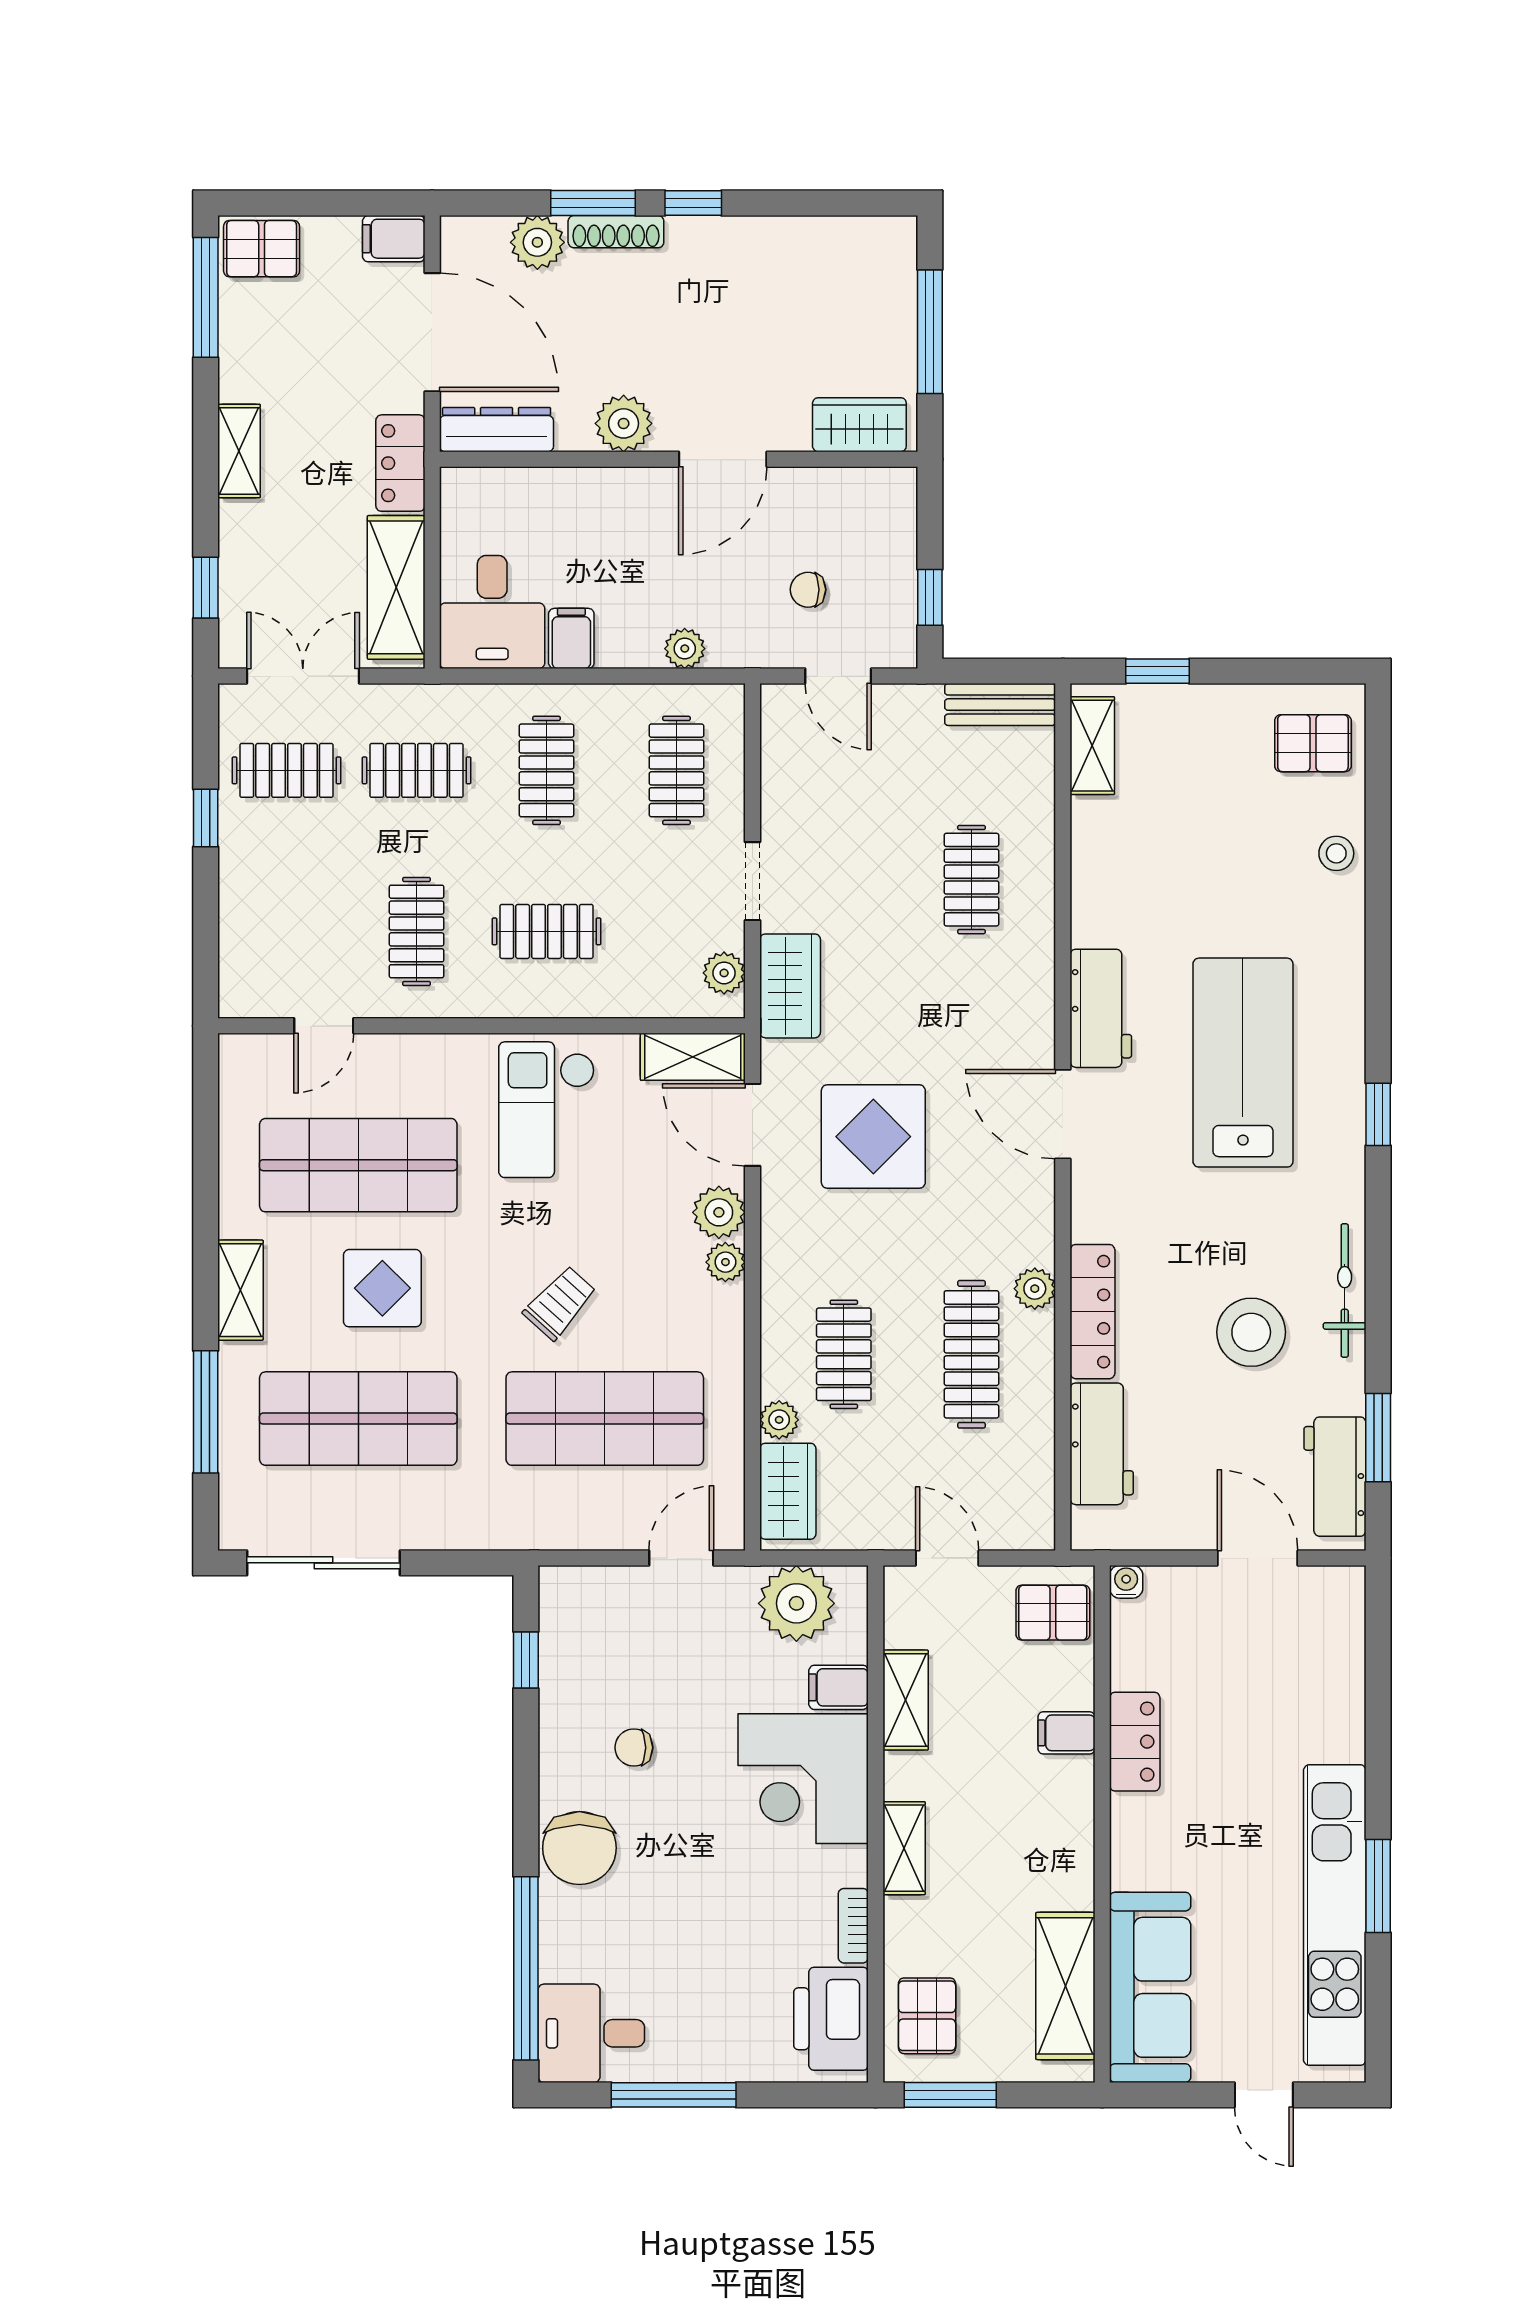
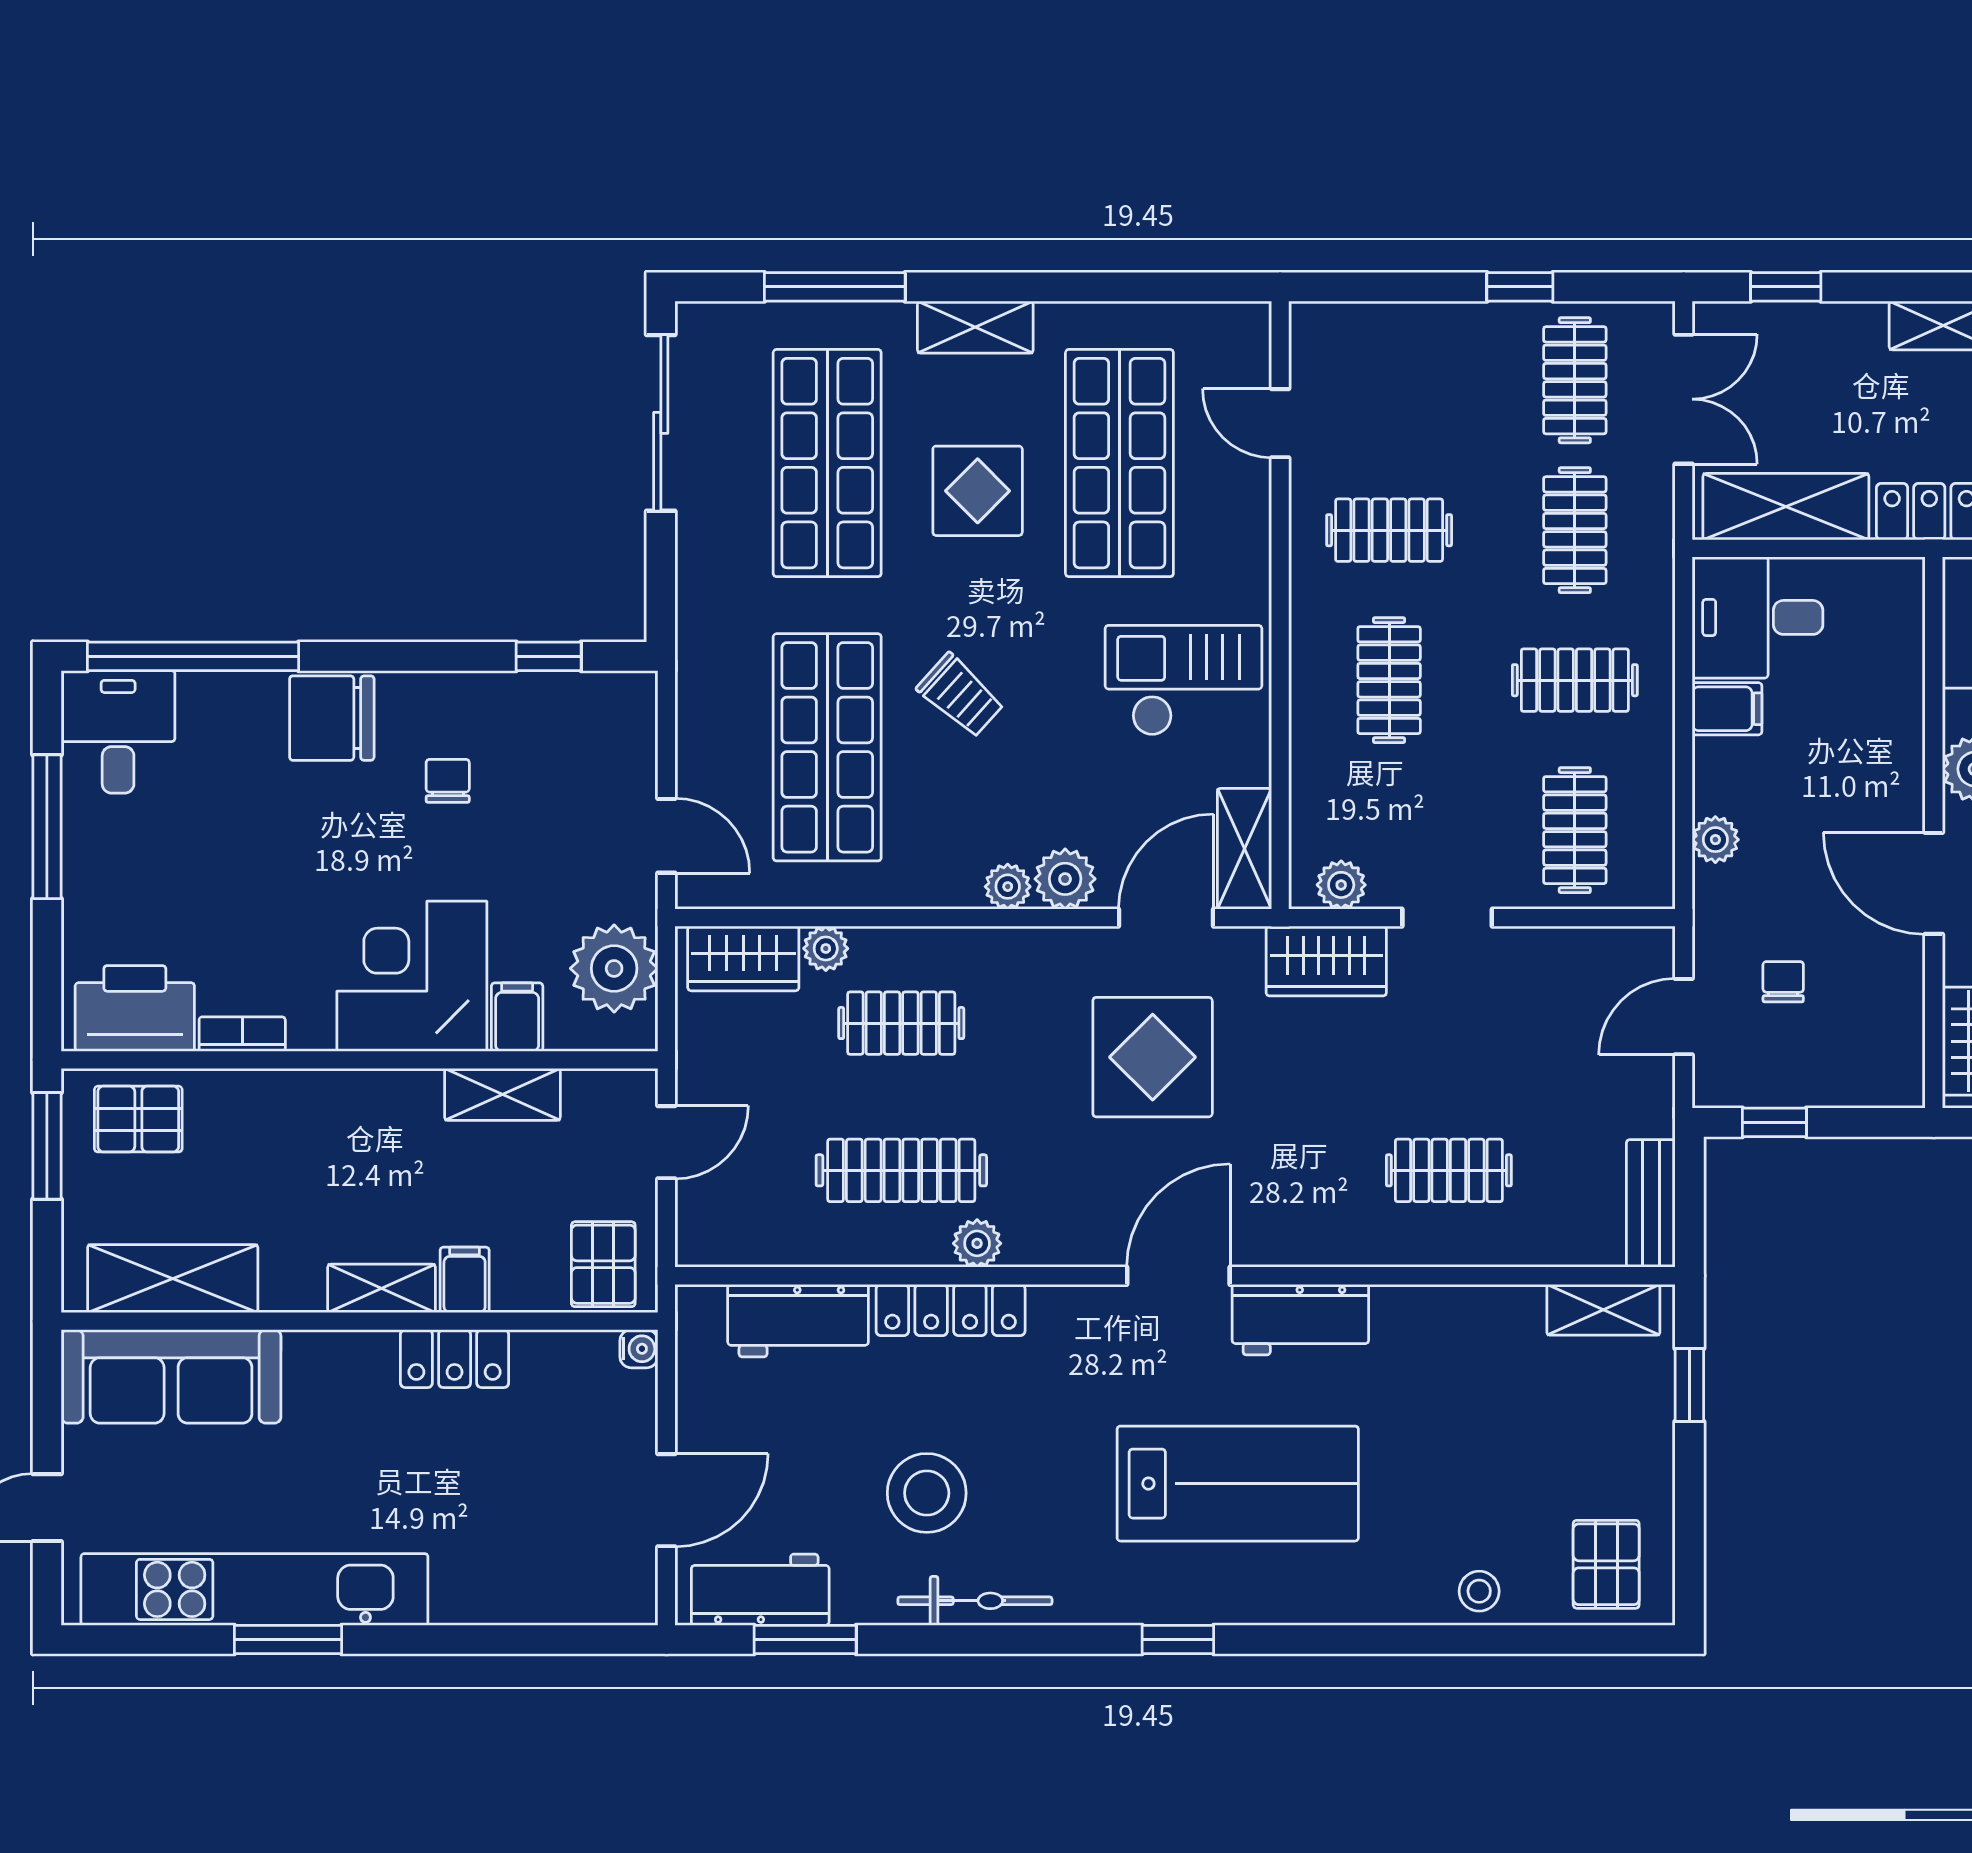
clothes rail: (676, 770) -> (1575, 830), turned 90
shelving: (904, 1848) -> (382, 1288), moved

